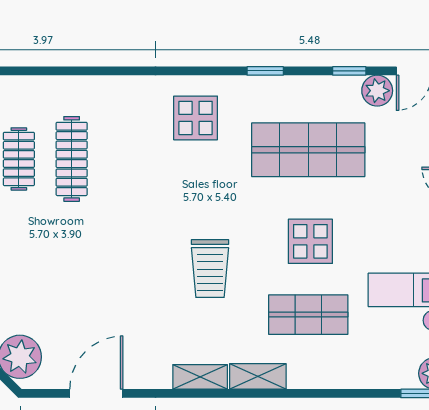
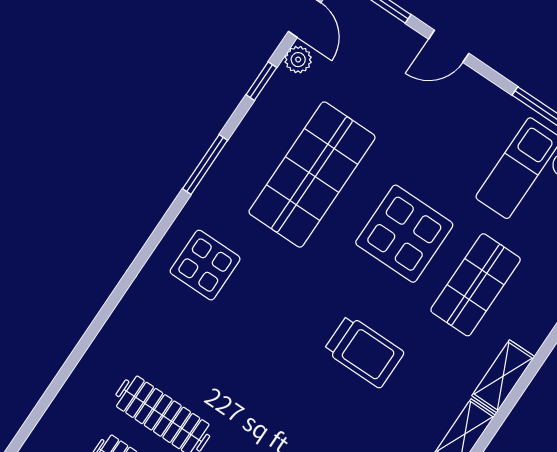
window: (265, 71) -> (205, 164), width x1.50
plant: (377, 91) -> (298, 60), width x0.73, depth x0.73
display table: (310, 241) -> (404, 234), width x1.36, depth x1.36

